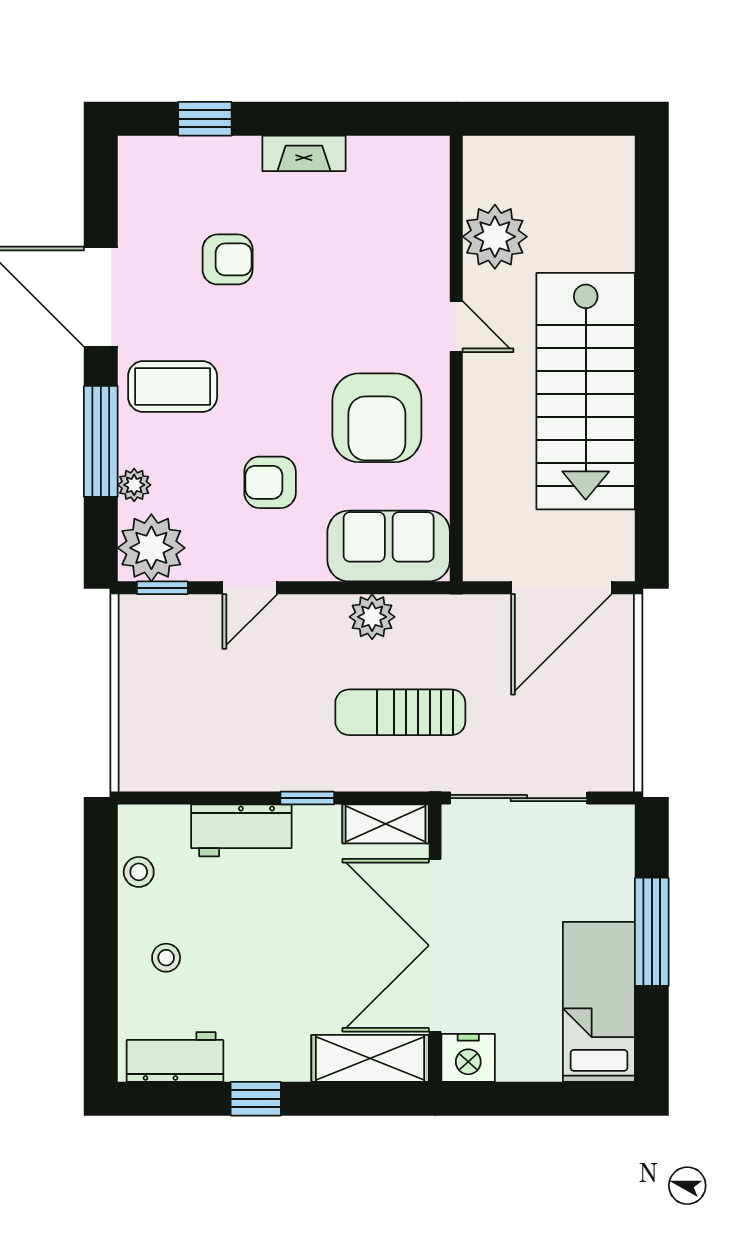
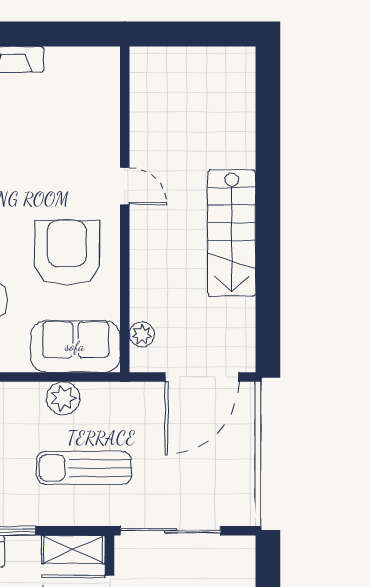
plant: (495, 237) -> (142, 334), moved, width x0.53, depth x0.53
stairs: (586, 391) -> (232, 233), width x0.73, depth x0.66
armchair: (377, 418) -> (67, 253), turned 180

